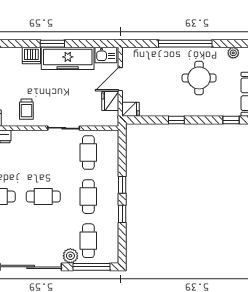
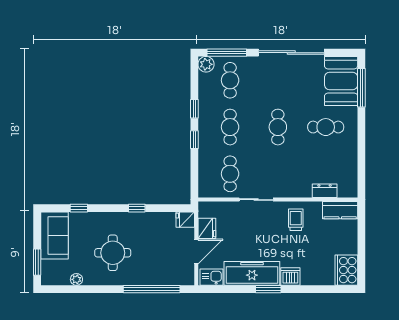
window: (185, 44) -> (152, 289), moved
cafe table: (43, 197) -> (278, 127), turned 90
plant: (70, 256) -> (206, 64), moved

